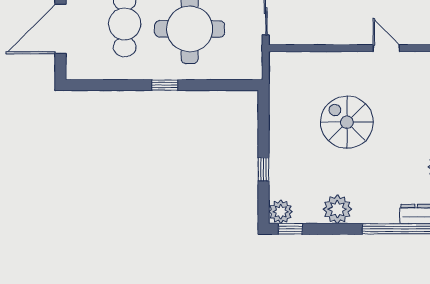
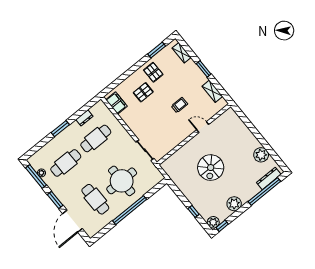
window: (165, 85) -> (130, 210), width x3.17
spiral stairs: (347, 122) -> (211, 168), turned -90

